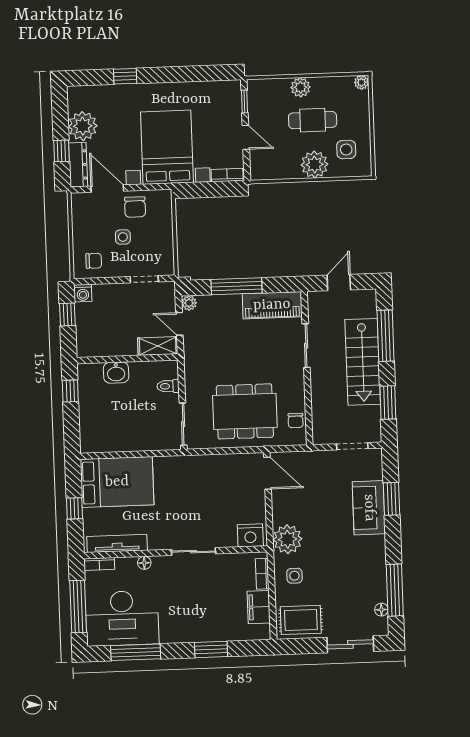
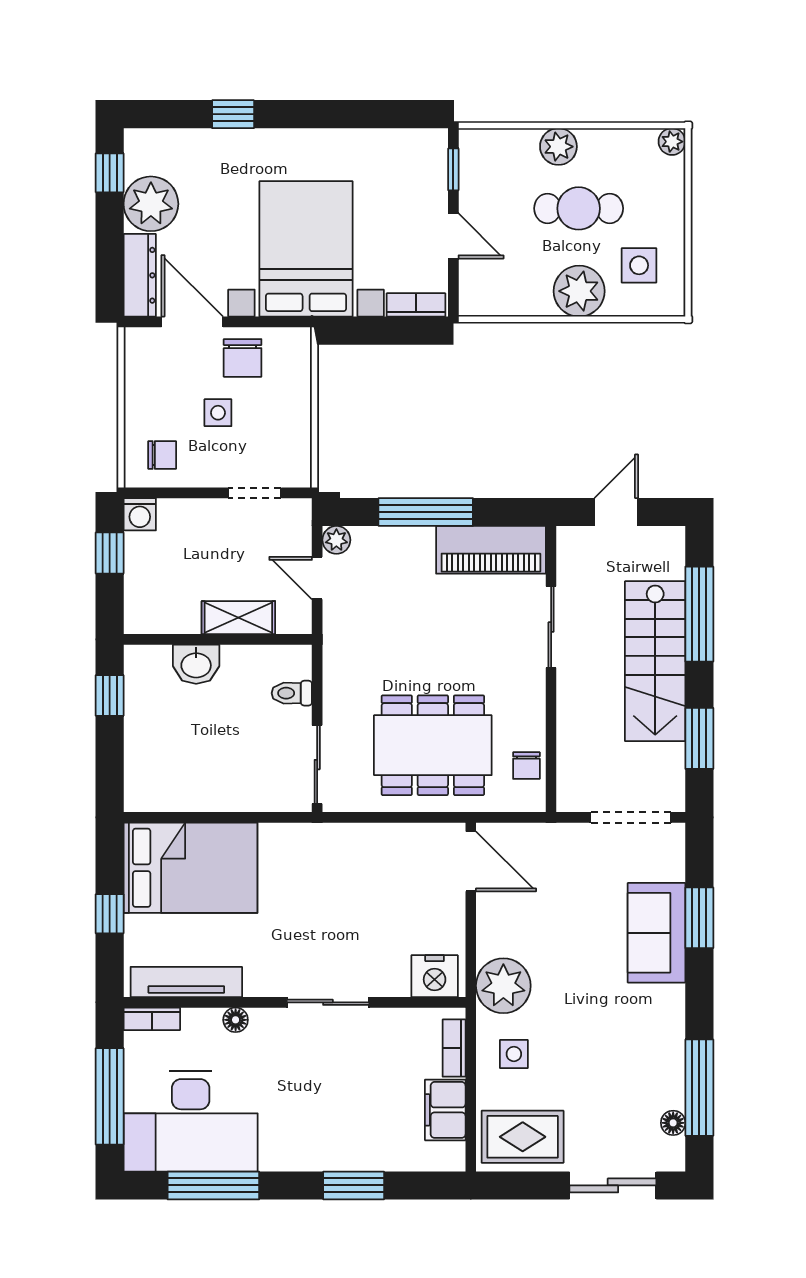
window: (61, 151) -> (110, 173), moved
shelving: (158, 346) -> (238, 618), moved
doorway: (352, 446) -> (630, 817), width x1.38

